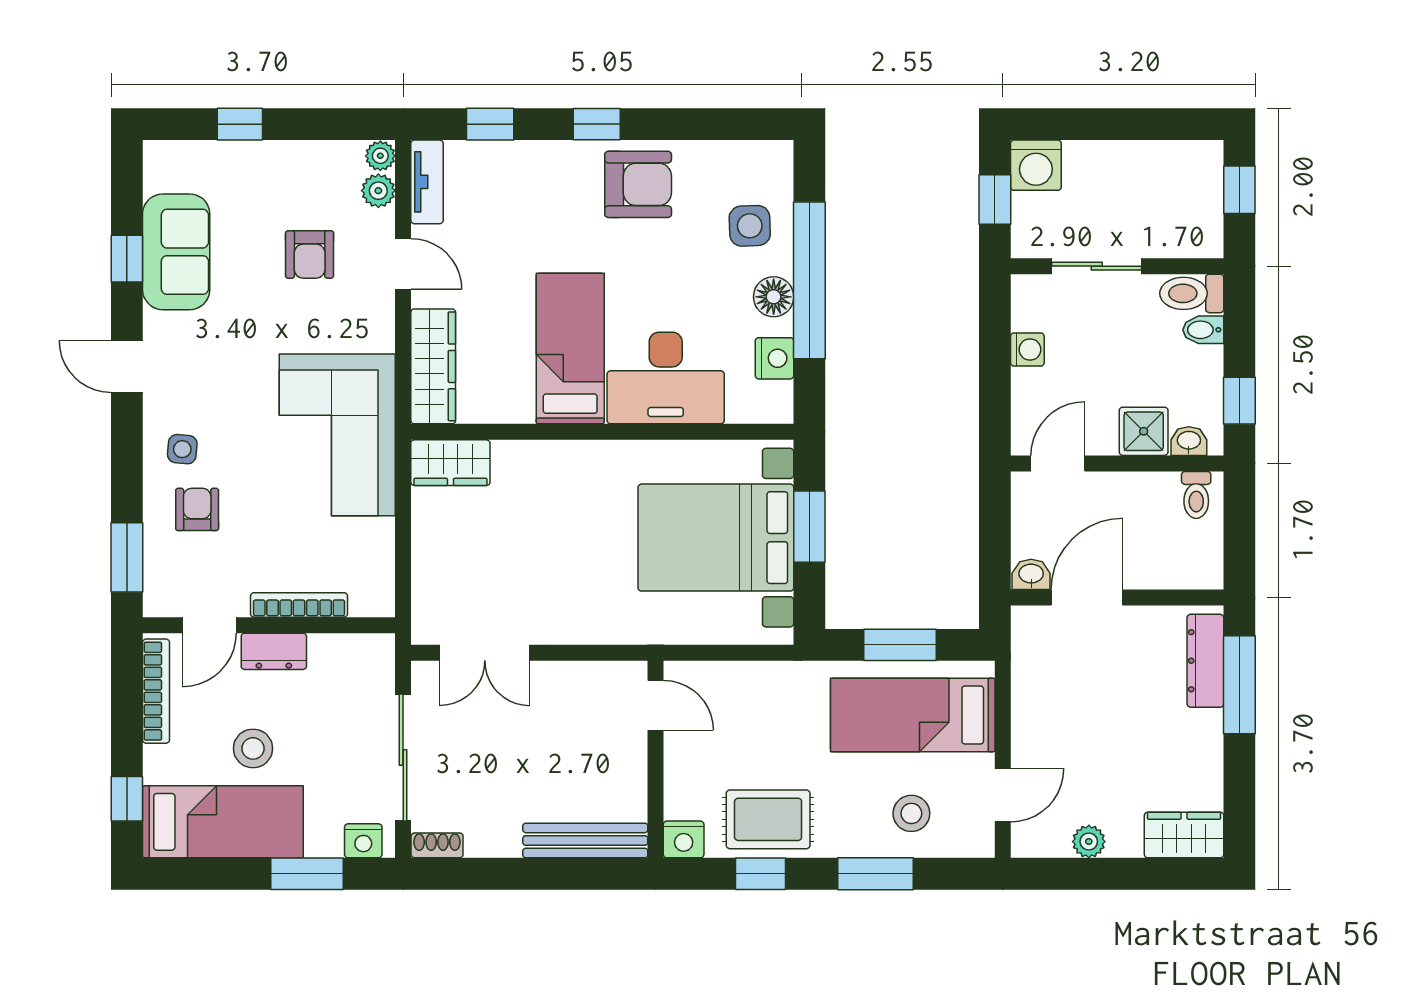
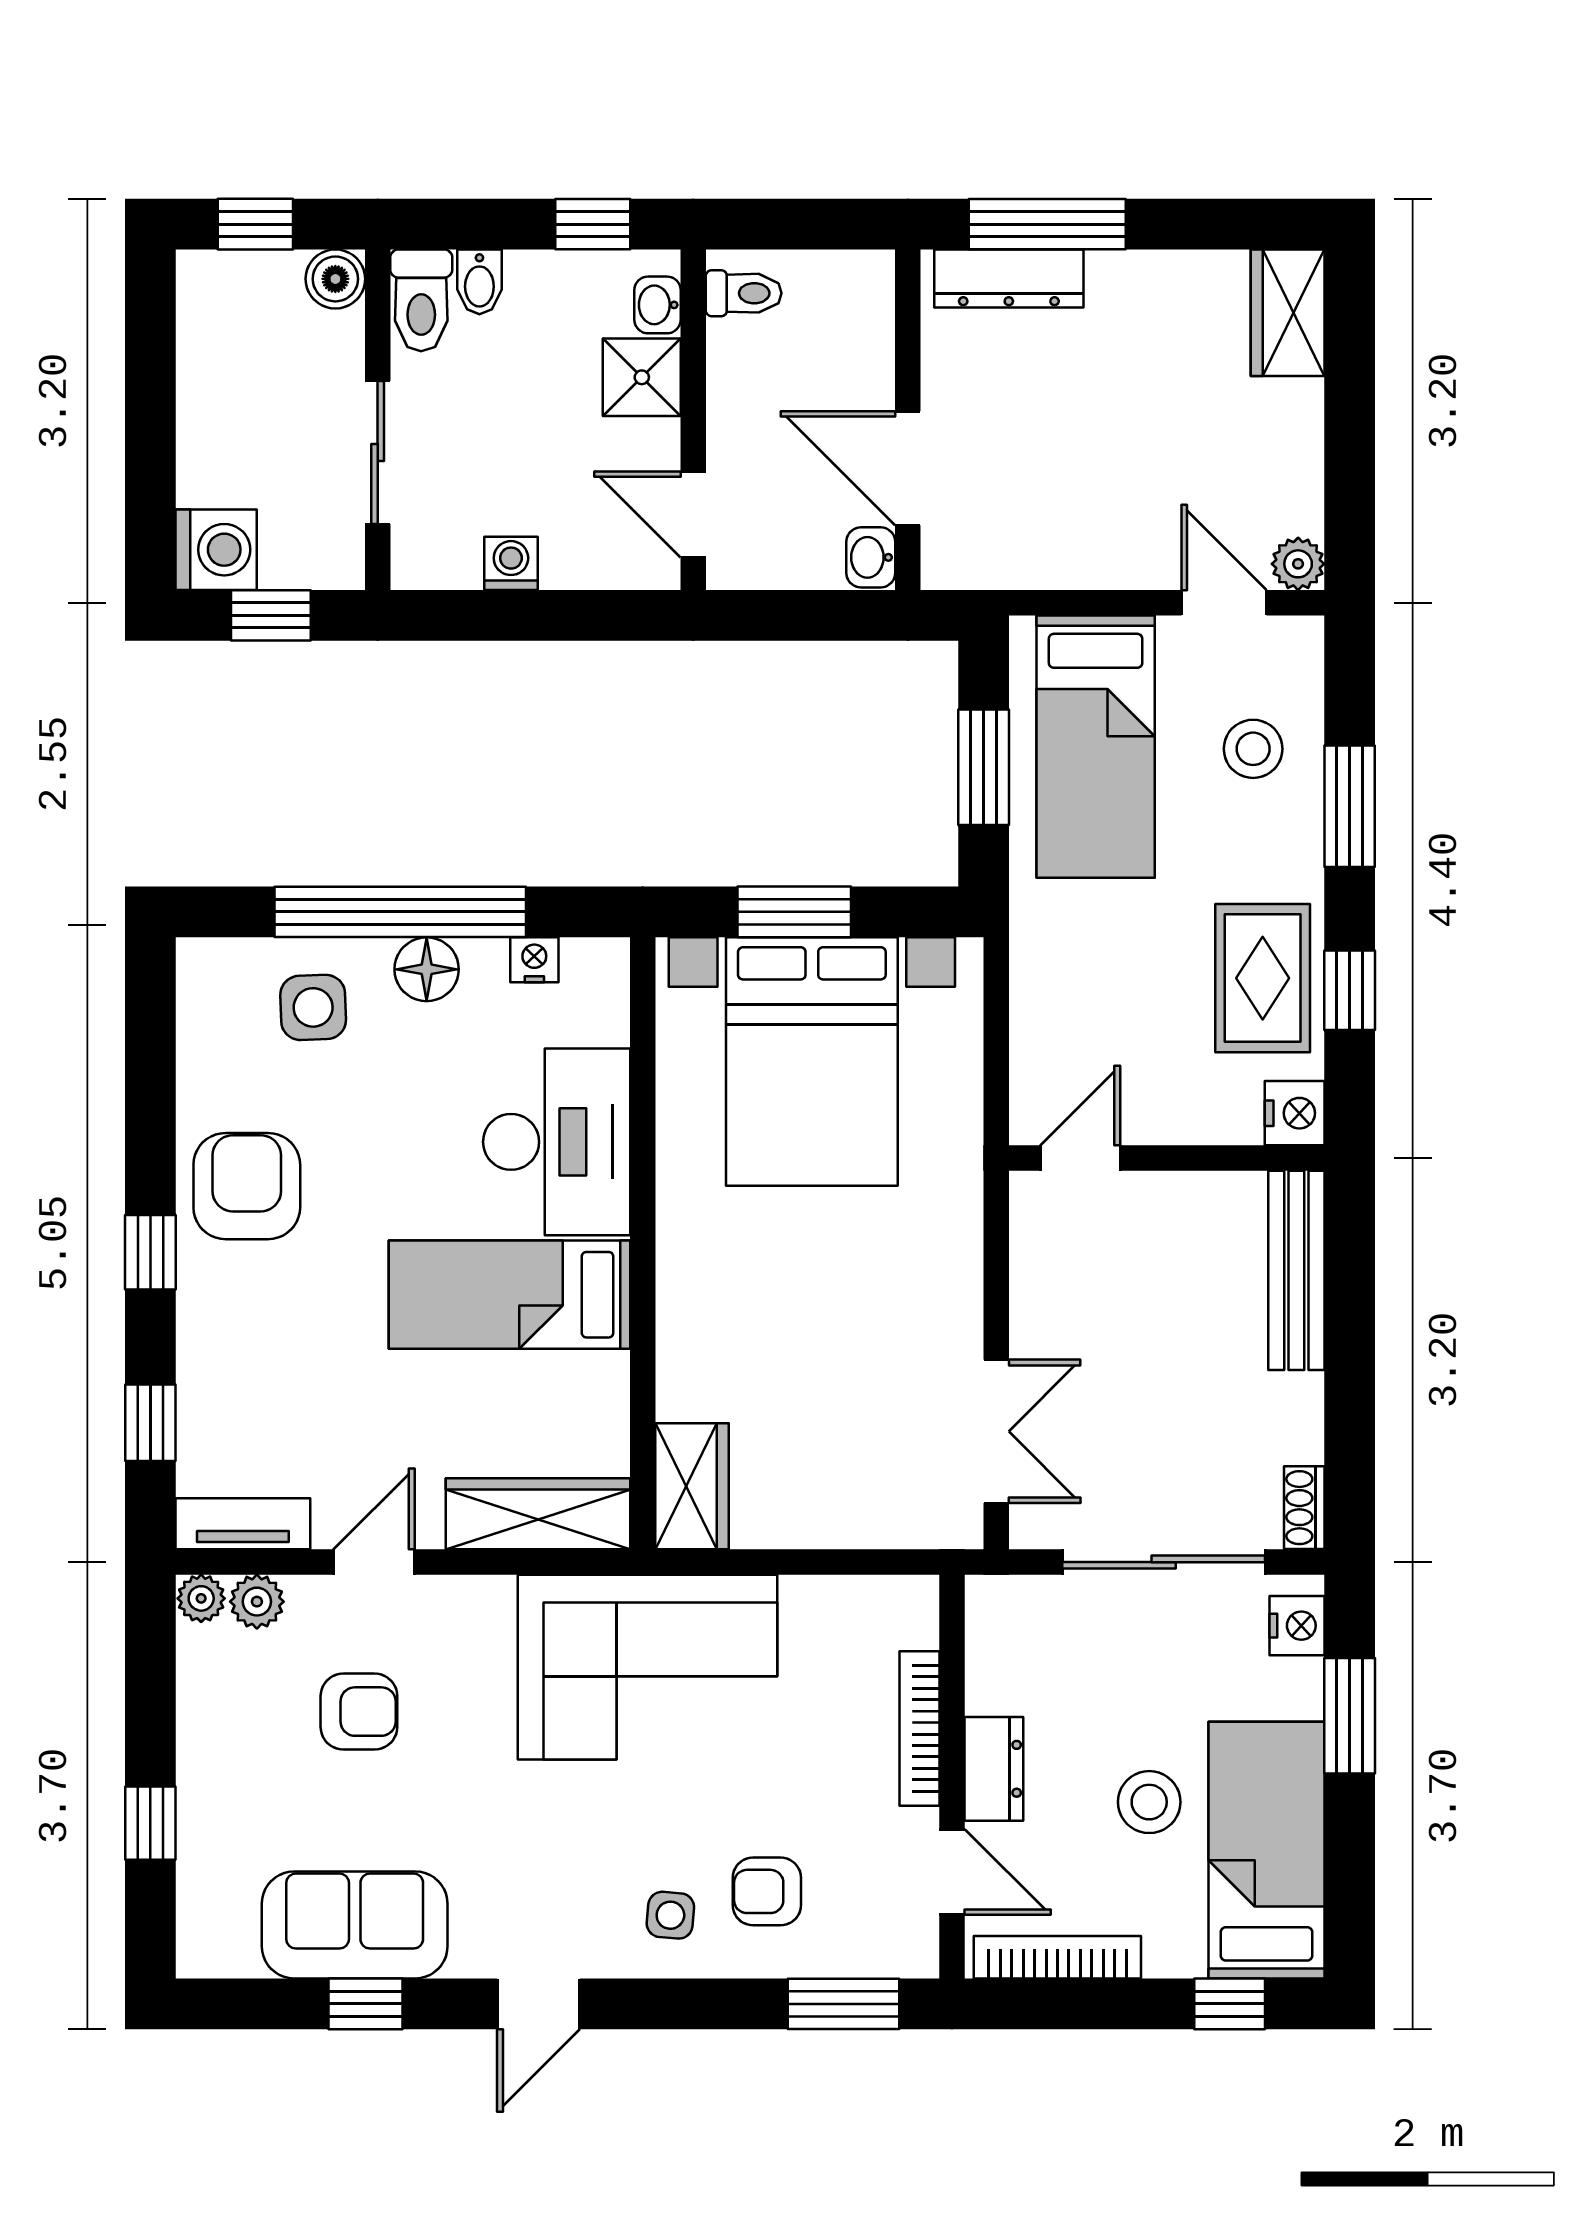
boiler: (1205, 240) -> (335, 279), added
nightstand: (775, 358) -> (534, 960), width x0.72, depth x0.74
plant: (1089, 842) -> (1298, 564), moved

